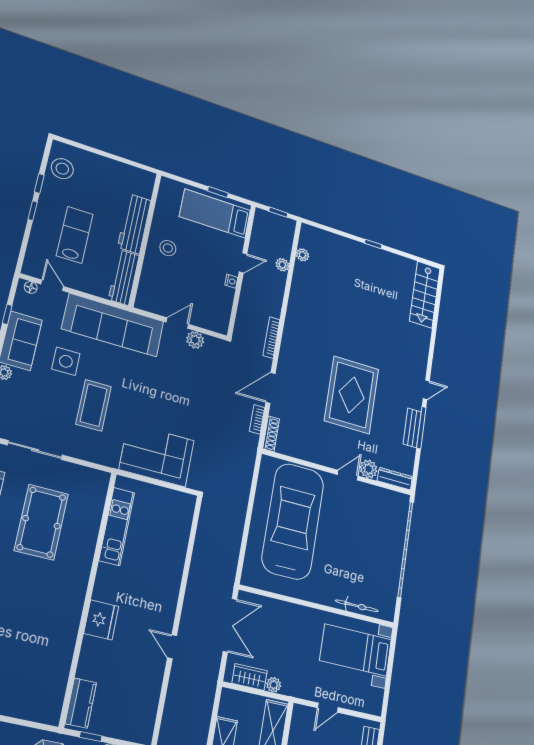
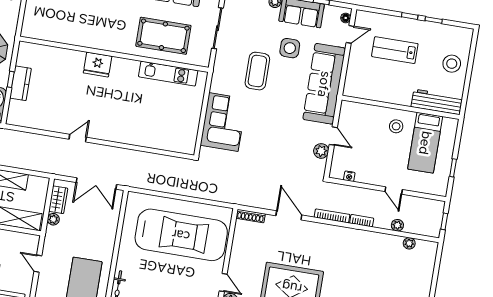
stool: (62, 169) -> (452, 64), moved
bed: (215, 214) -> (425, 143), moved, turned 180
workbench: (134, 224) -> (437, 102), moved
lab bench: (75, 235) -> (395, 50), turned 180
workbench: (124, 277) -> (365, 91), removed
nightstand: (231, 281) -> (349, 176), moved
coffee table: (94, 405) -> (257, 71), turned 90
bookcase: (257, 419) -> (362, 221), moved
kitchen unit: (117, 526) -> (168, 74), moved
wall: (88, 597) -> (114, 54), moved
fridge: (101, 620) -> (98, 65), moved
kitchen counter: (81, 703) -> (21, 83), moved, turned -90

